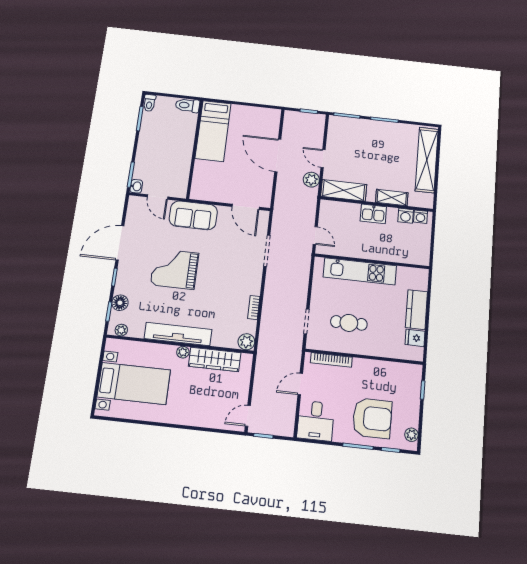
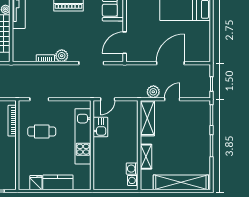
kitchen sink: (373, 214) -> (100, 127), moved, turned 180
cafe table: (349, 323) -> (42, 131), turned 90
plant: (246, 342) -> (62, 56), moved

